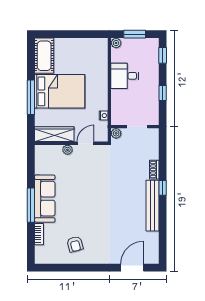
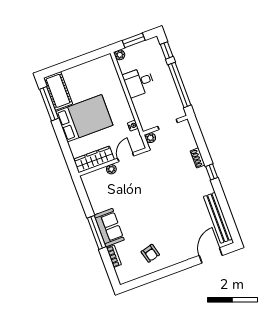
window: (163, 93) -> (179, 85), width x3.17
window: (31, 97) -> (49, 104), moved
sofa: (45, 199) -> (109, 228), width x0.73
bench: (152, 206) -> (218, 218), moved

